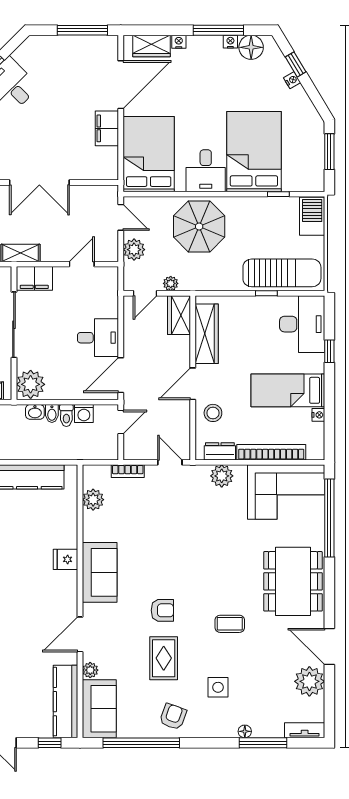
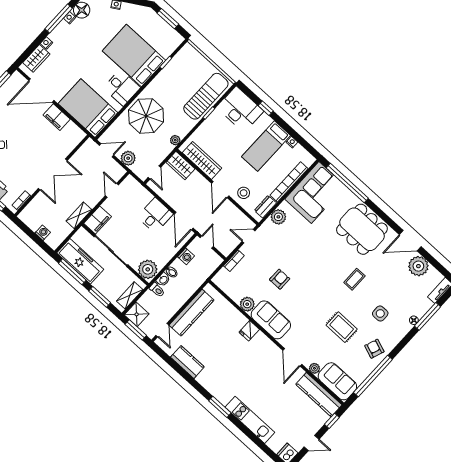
door: (121, 85) -> (41, 91), swing flipped
barbecue: (312, 216) -> (192, 56), removed
plant: (171, 283) -> (175, 140), moved
toilet: (66, 416) -> (157, 290), moved
plant: (93, 500) -> (247, 304), moved
armchair: (162, 610) -> (280, 279), moved

